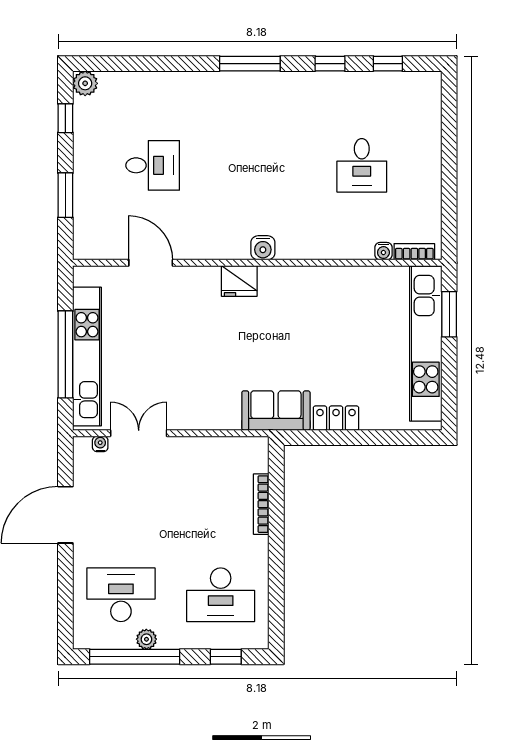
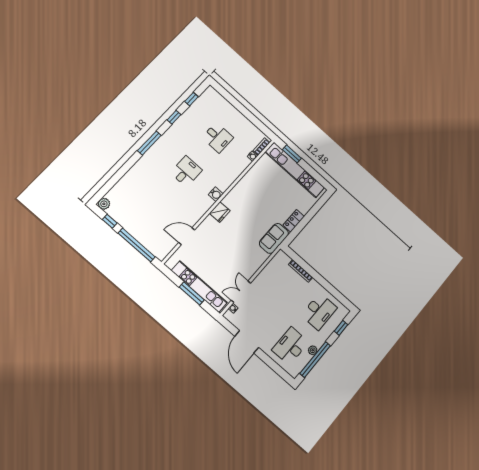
desk: (153, 165) -> (186, 171), moved
window: (65, 195) -> (137, 245), width x2.11
window: (65, 354) -> (192, 293), width x0.68

